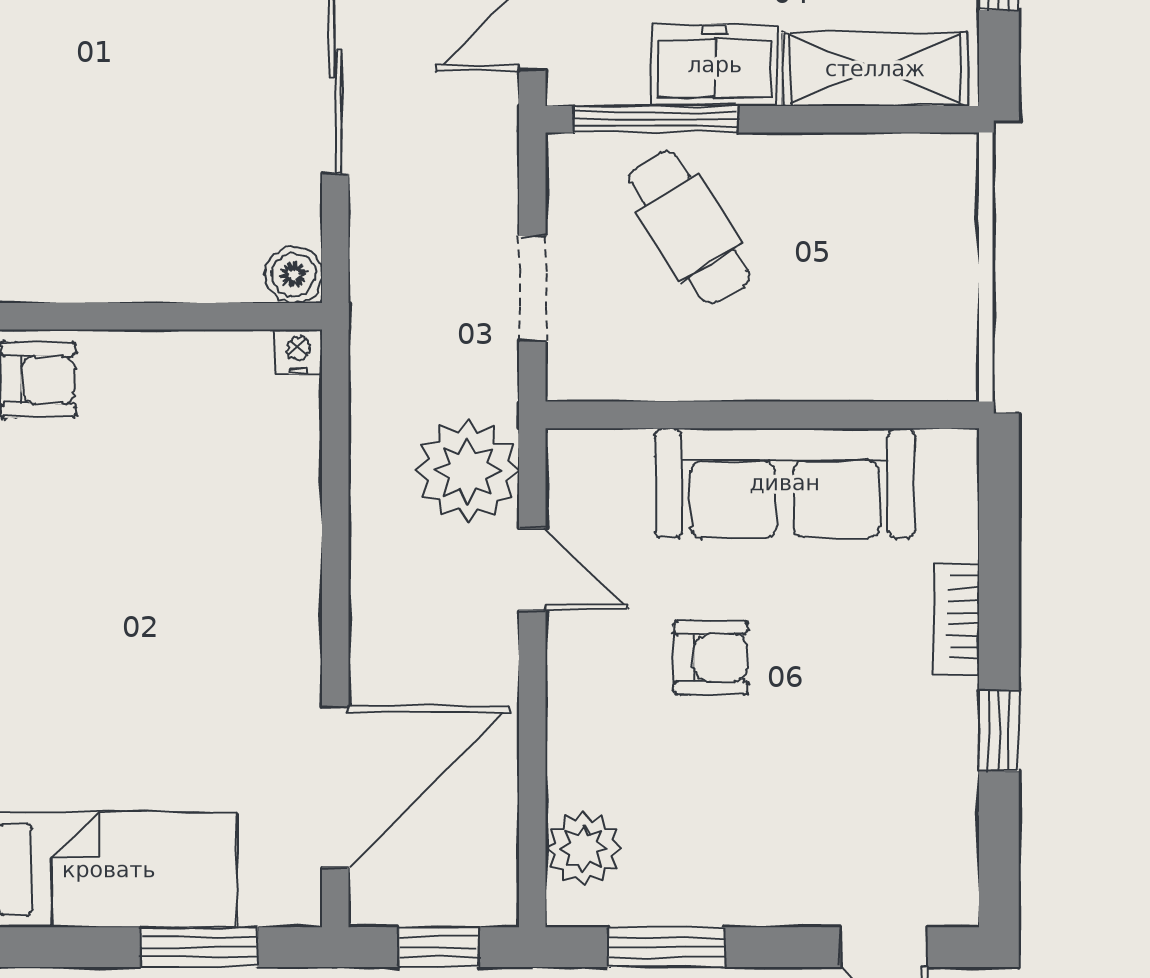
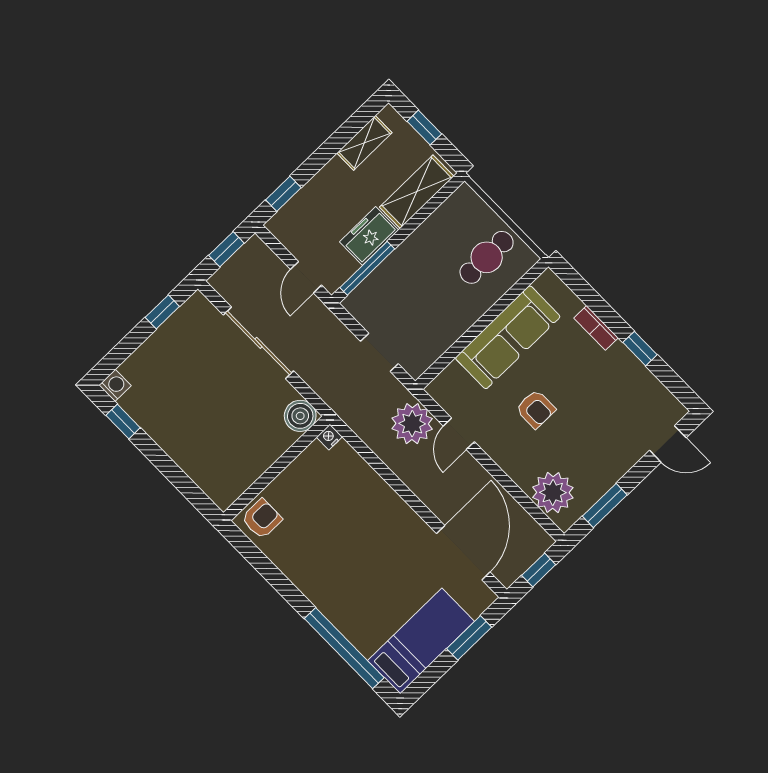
cafe table: (689, 228) -> (487, 257), moved, turned -58
boiler: (294, 275) -> (300, 416), width x1.36, depth x1.36
door: (532, 569) -> (459, 434), swing flipped
armchair: (711, 658) -> (536, 409), turned 90
plant: (583, 848) -> (553, 492), width x1.36, depth x1.36

